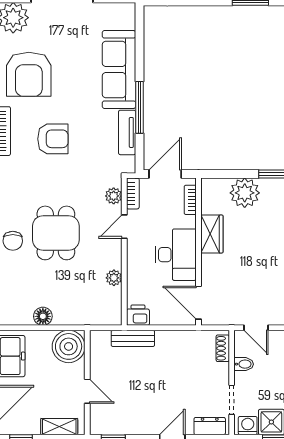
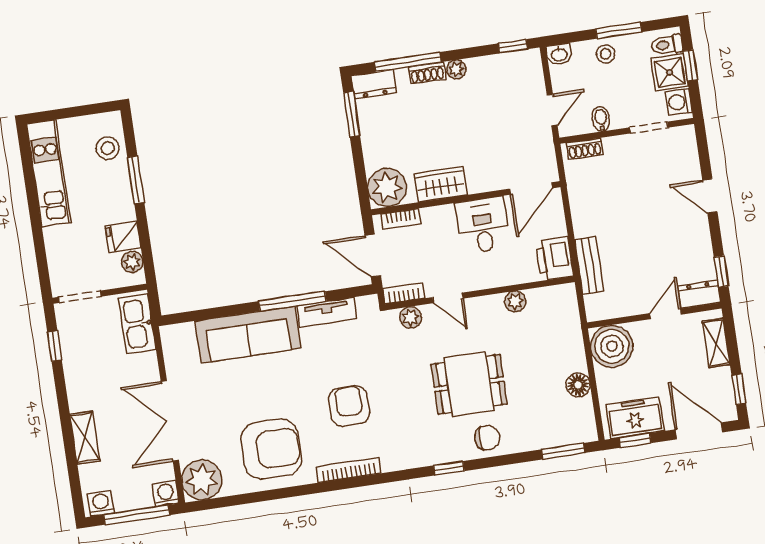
plant: (245, 193) -> (387, 187), moved
desk: (176, 255) -> (483, 225), width x0.73
printer: (138, 315) -> (555, 259), width x1.36, depth x1.24
dresser: (210, 426) -> (699, 294), moved, turned 90

